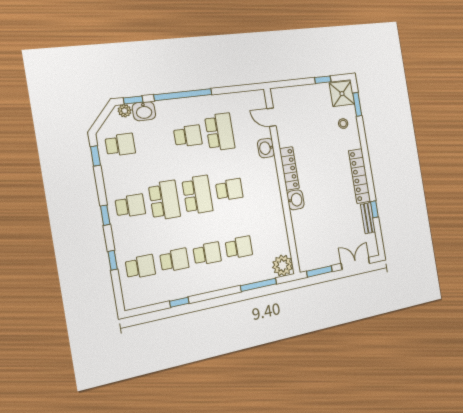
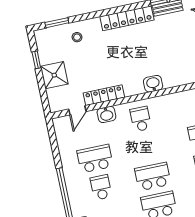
shower: (342, 94) -> (54, 75), moved
locker: (289, 168) -> (104, 95), moved
school desk: (229, 190) -> (141, 119), moved

